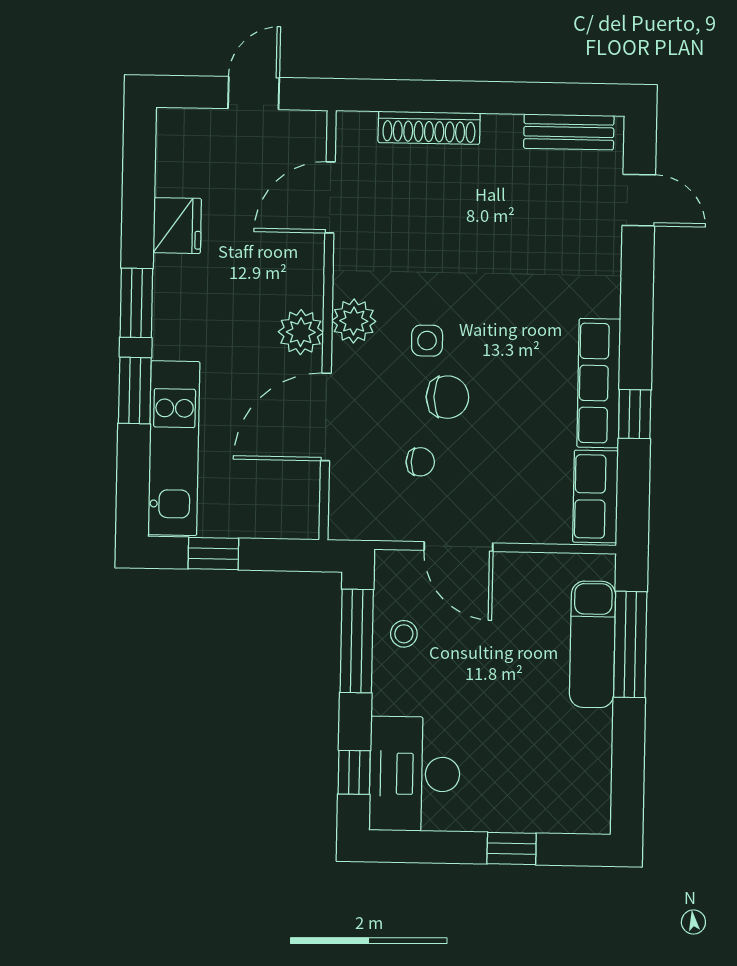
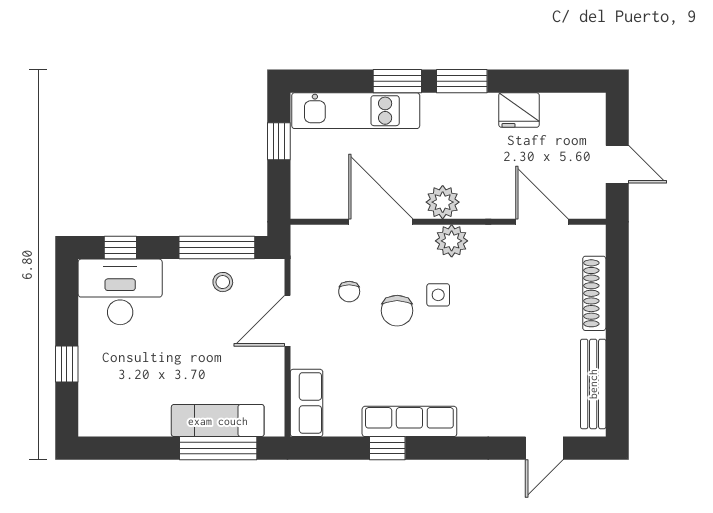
bench: (569, 132) -> (593, 384), width x1.36
row of seats: (595, 497) -> (307, 403), moved, turned 90

